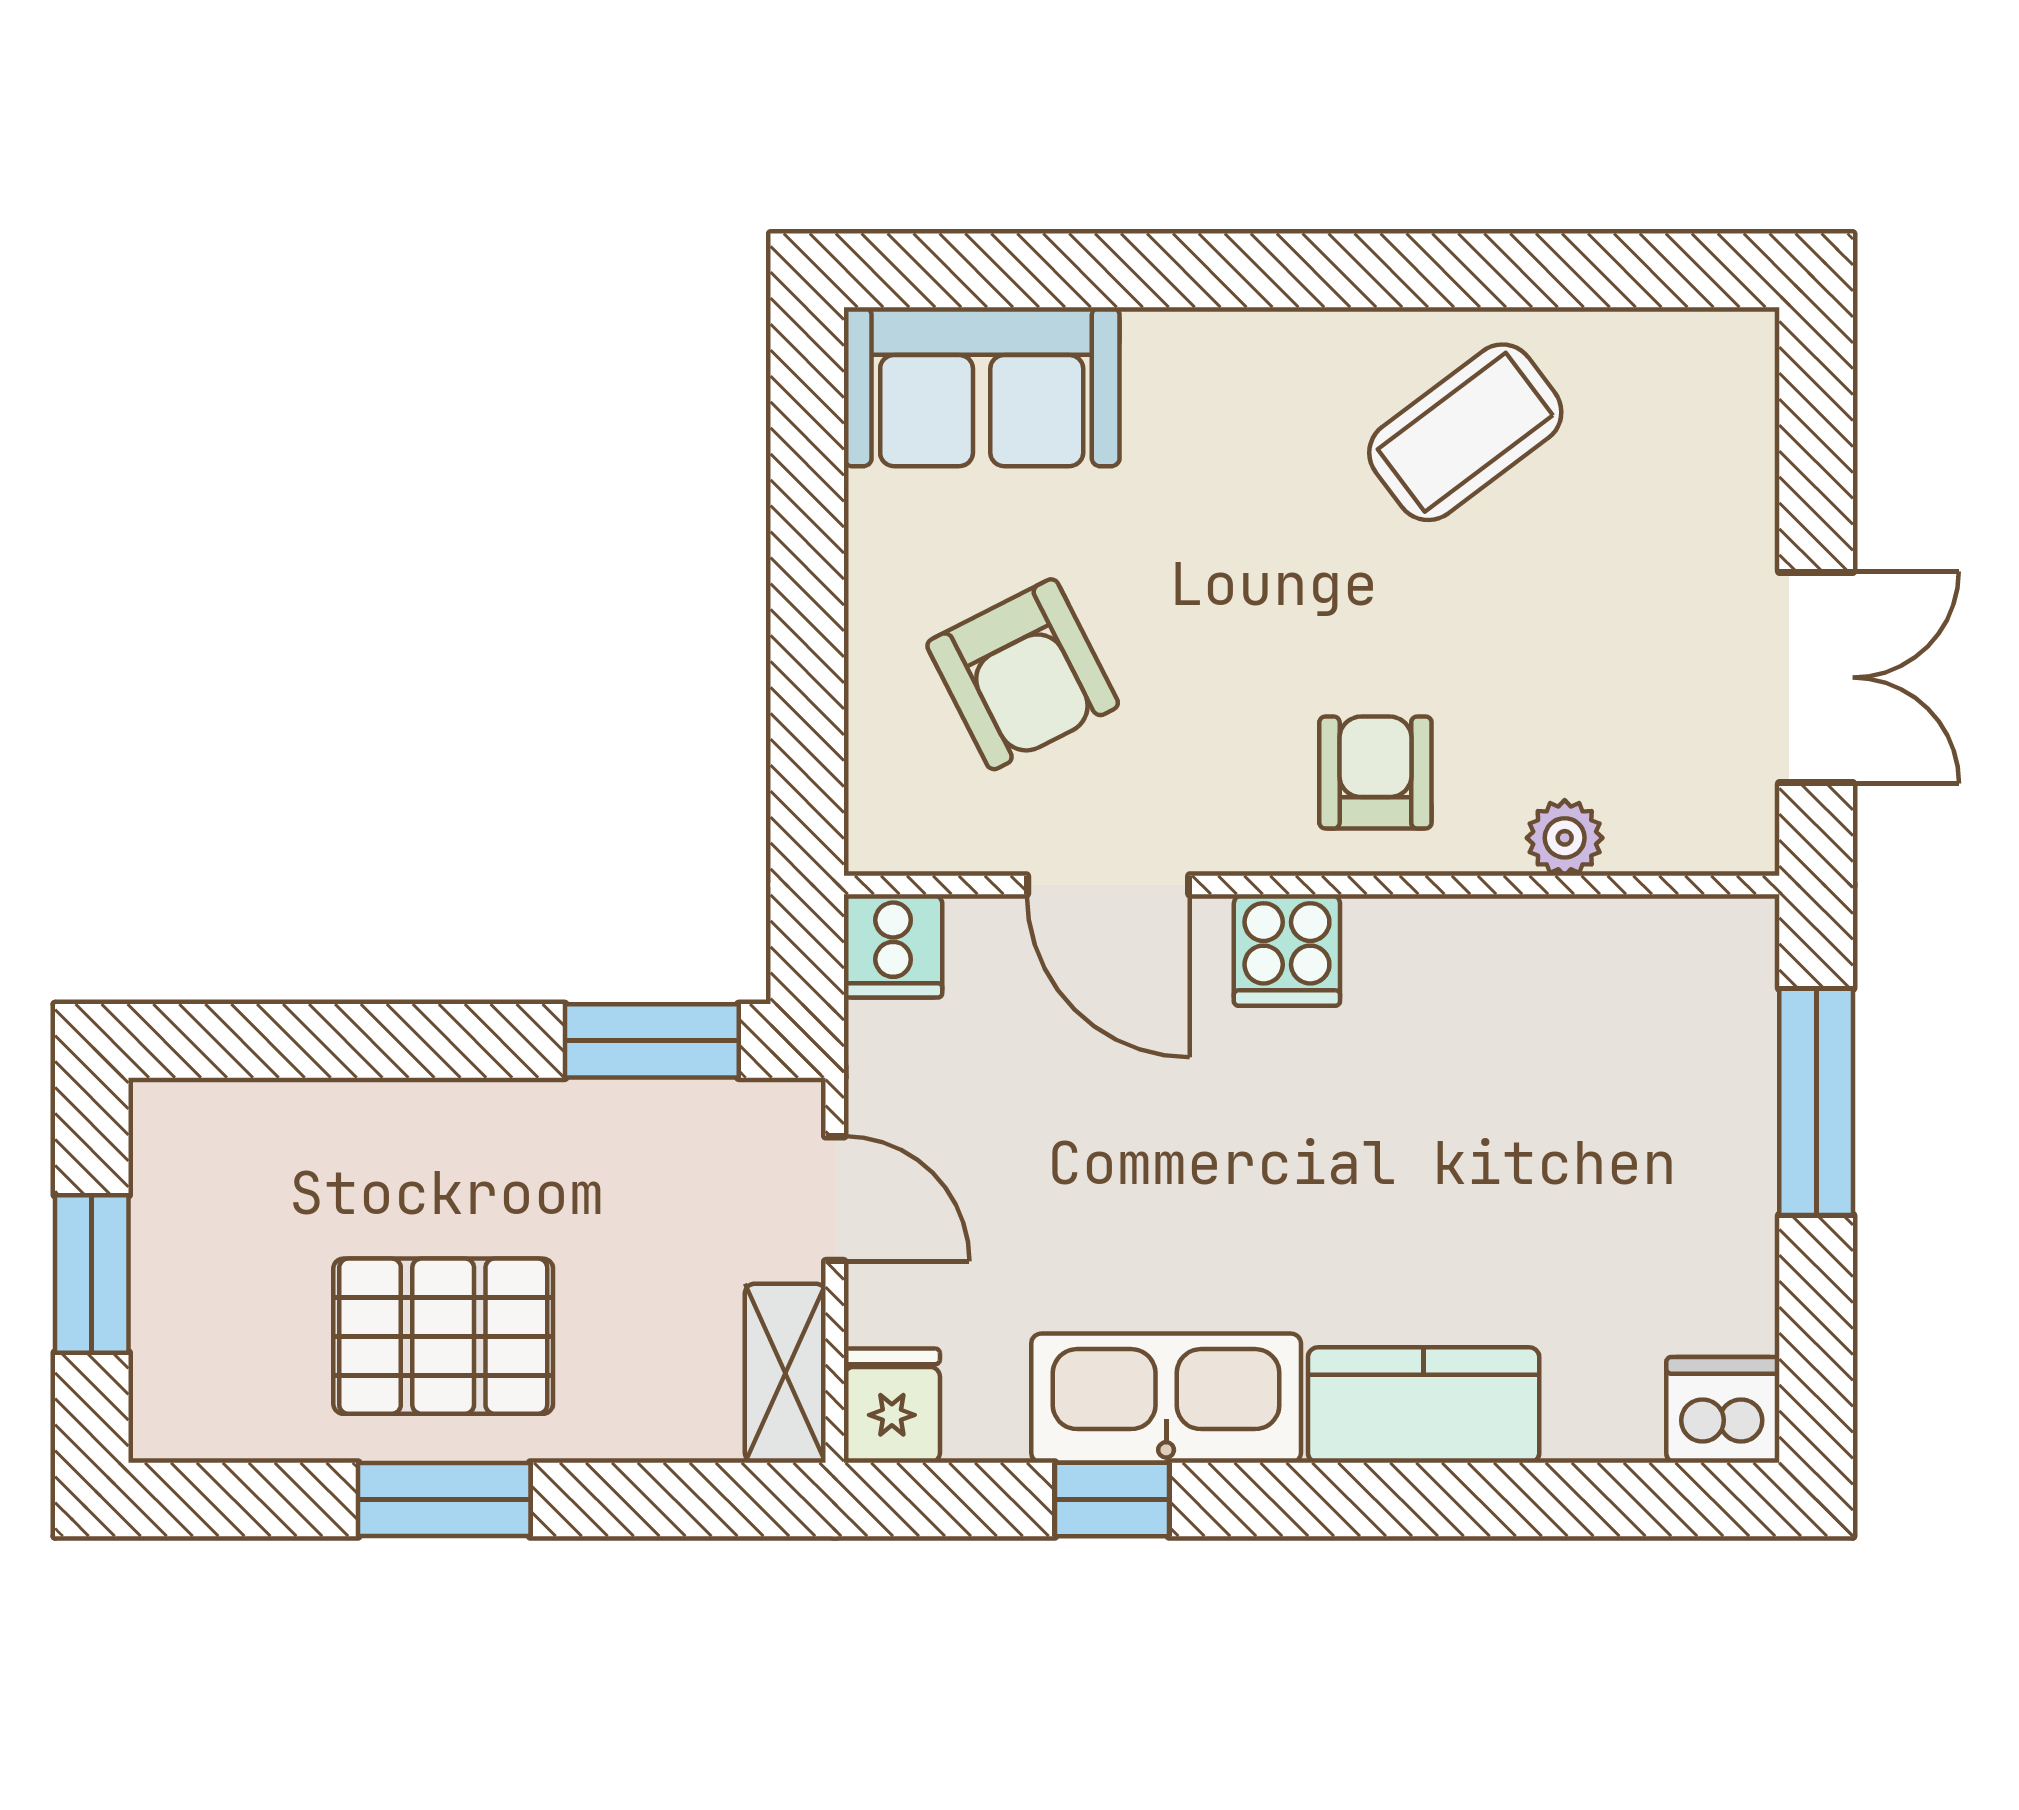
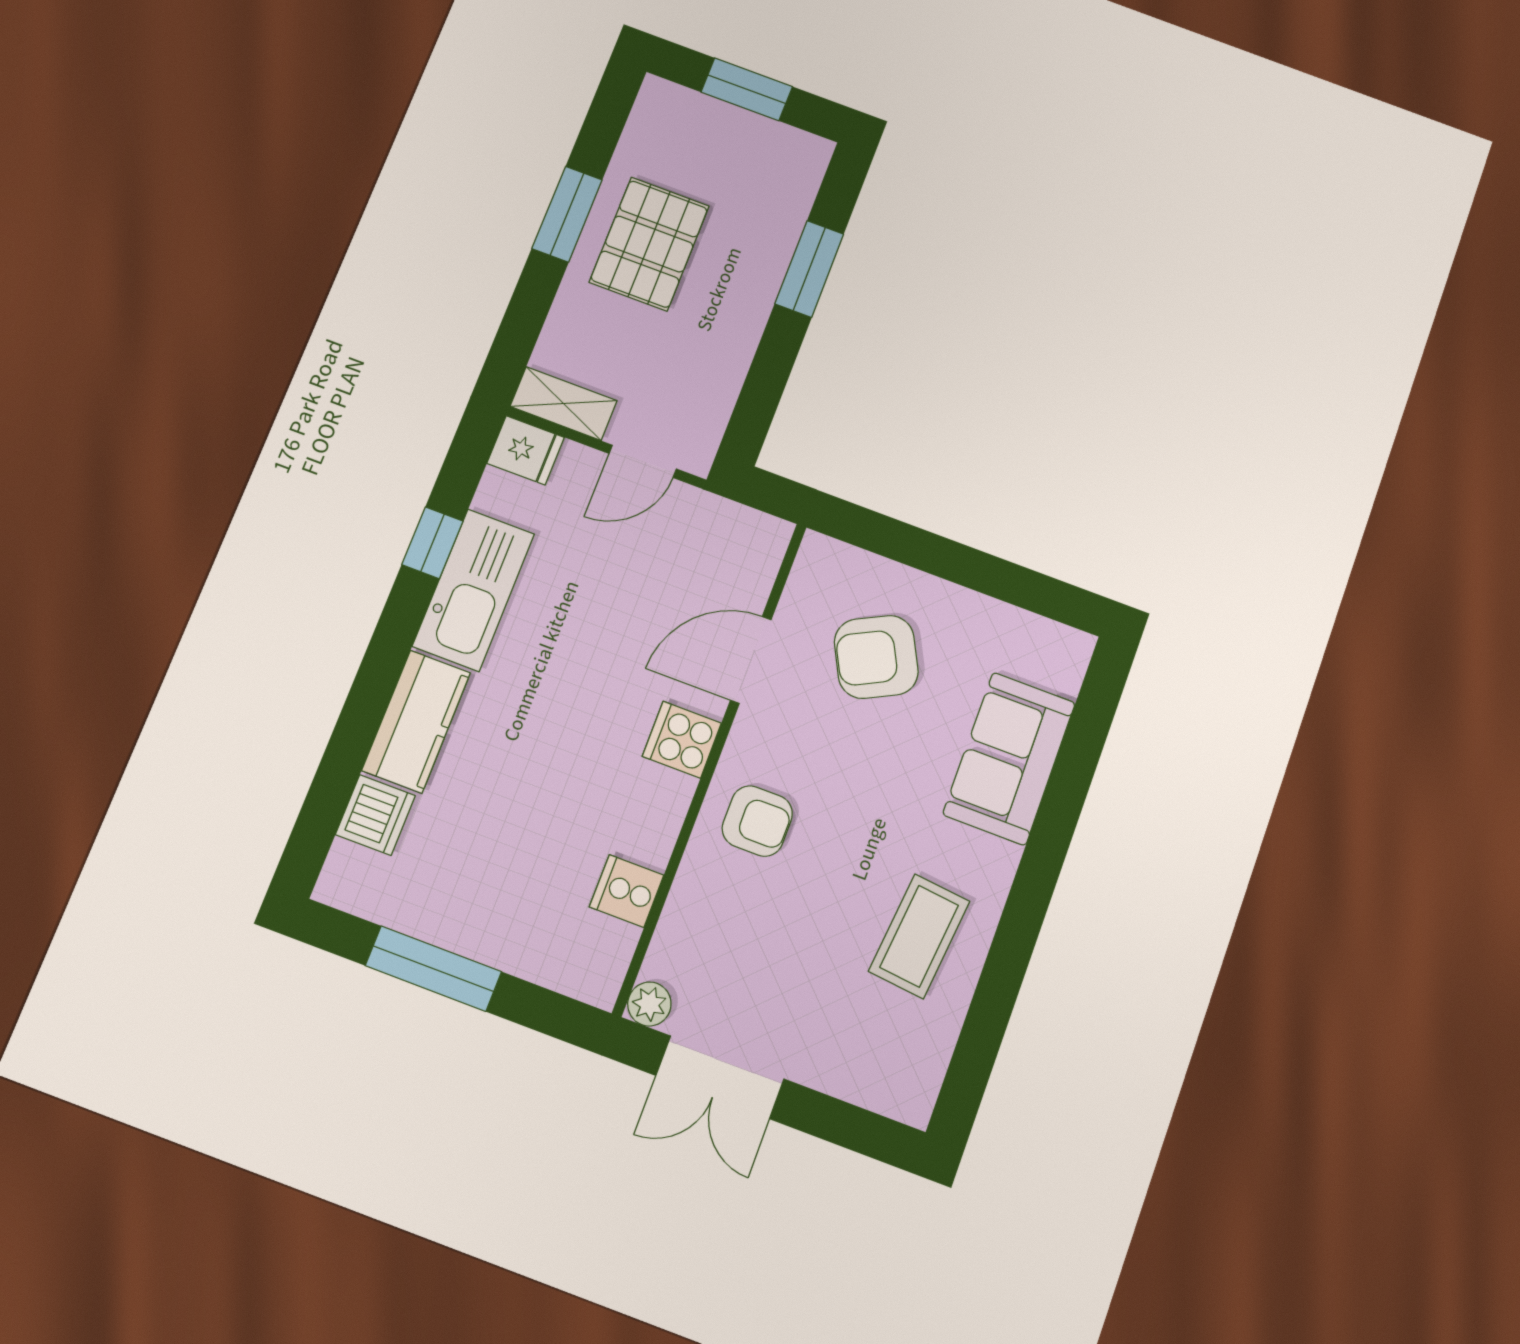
sofa: (982, 387) -> (1009, 759), moved
coffee table: (1465, 432) -> (919, 936), turned 43
plant: (1565, 838) -> (649, 1004), moved
cooker: (893, 946) -> (627, 891), moved
window: (652, 1041) -> (809, 269), moved
window: (1816, 1102) -> (433, 969), moved
dishwasher: (1723, 1410) -> (375, 815), moved

